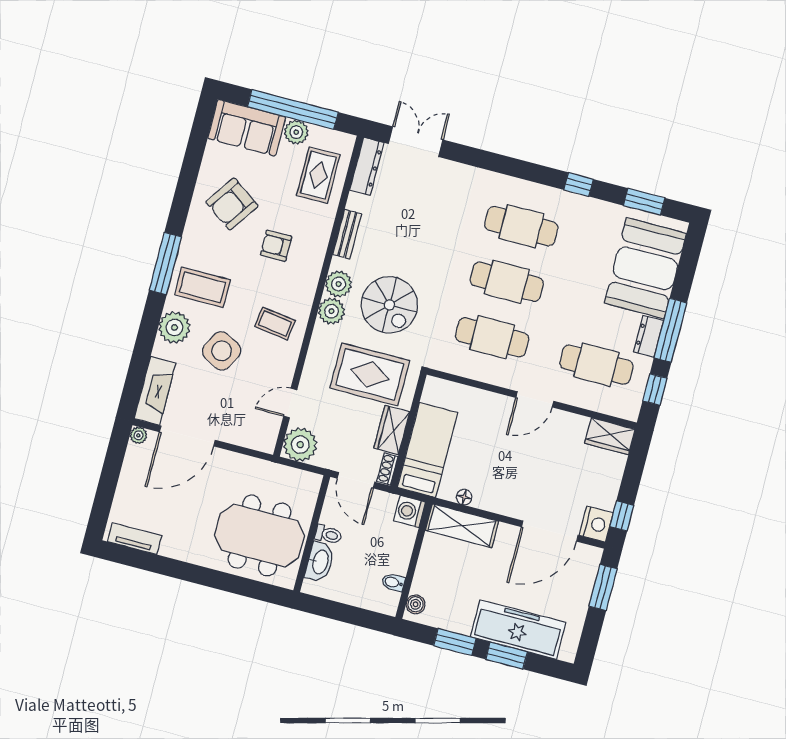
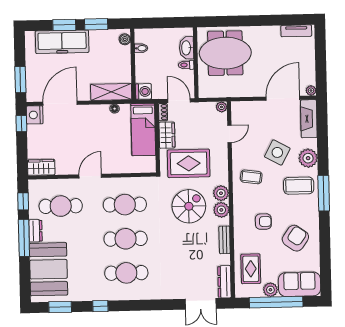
spiral stairs: (389, 305) -> (189, 206), turned 90
plant: (300, 445) -> (221, 107), width x0.53, depth x0.53

